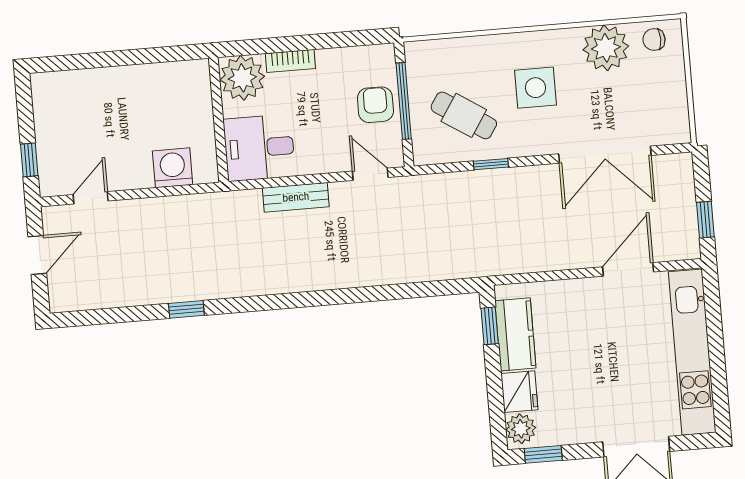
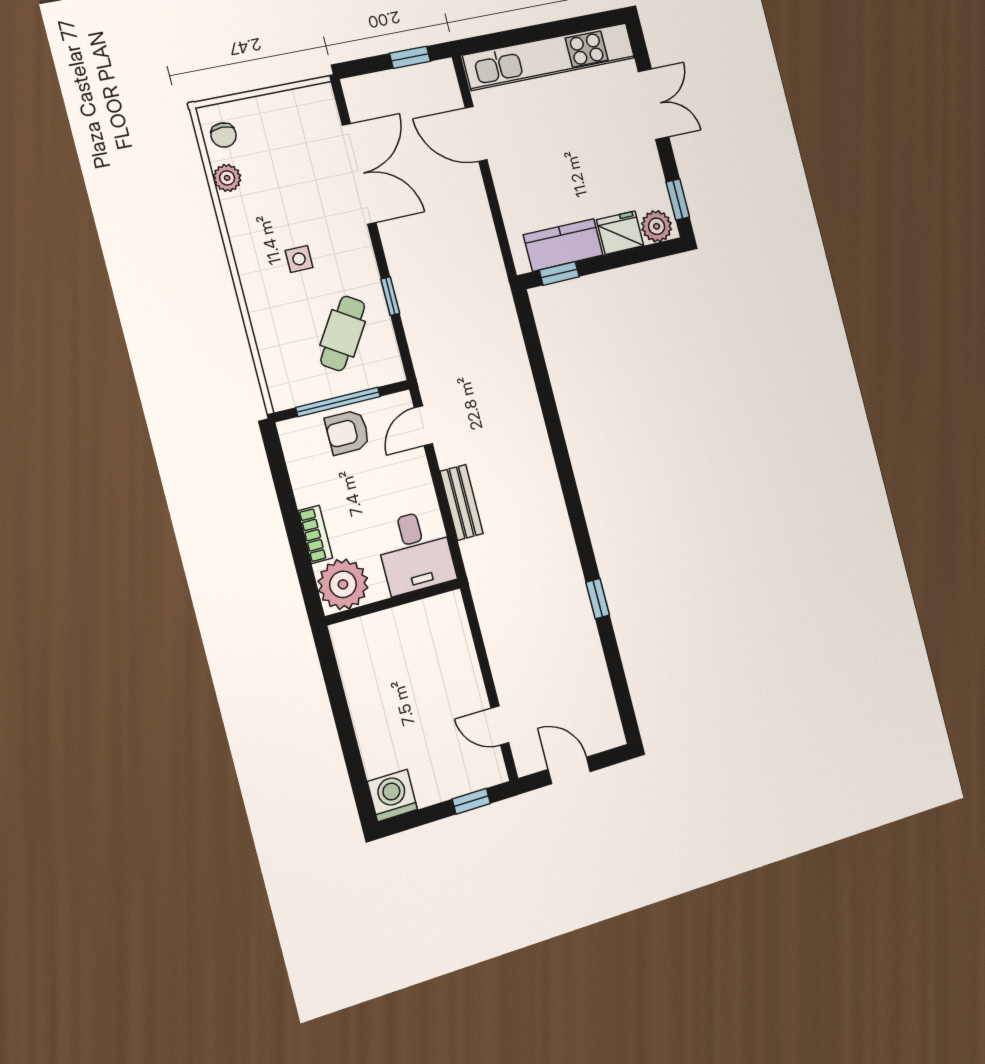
plant: (606, 48) -> (227, 178), width x0.53, depth x0.53
side table: (535, 88) -> (299, 259), width x0.54, depth x0.54
washing machine: (173, 168) -> (392, 796), moved, turned 90

